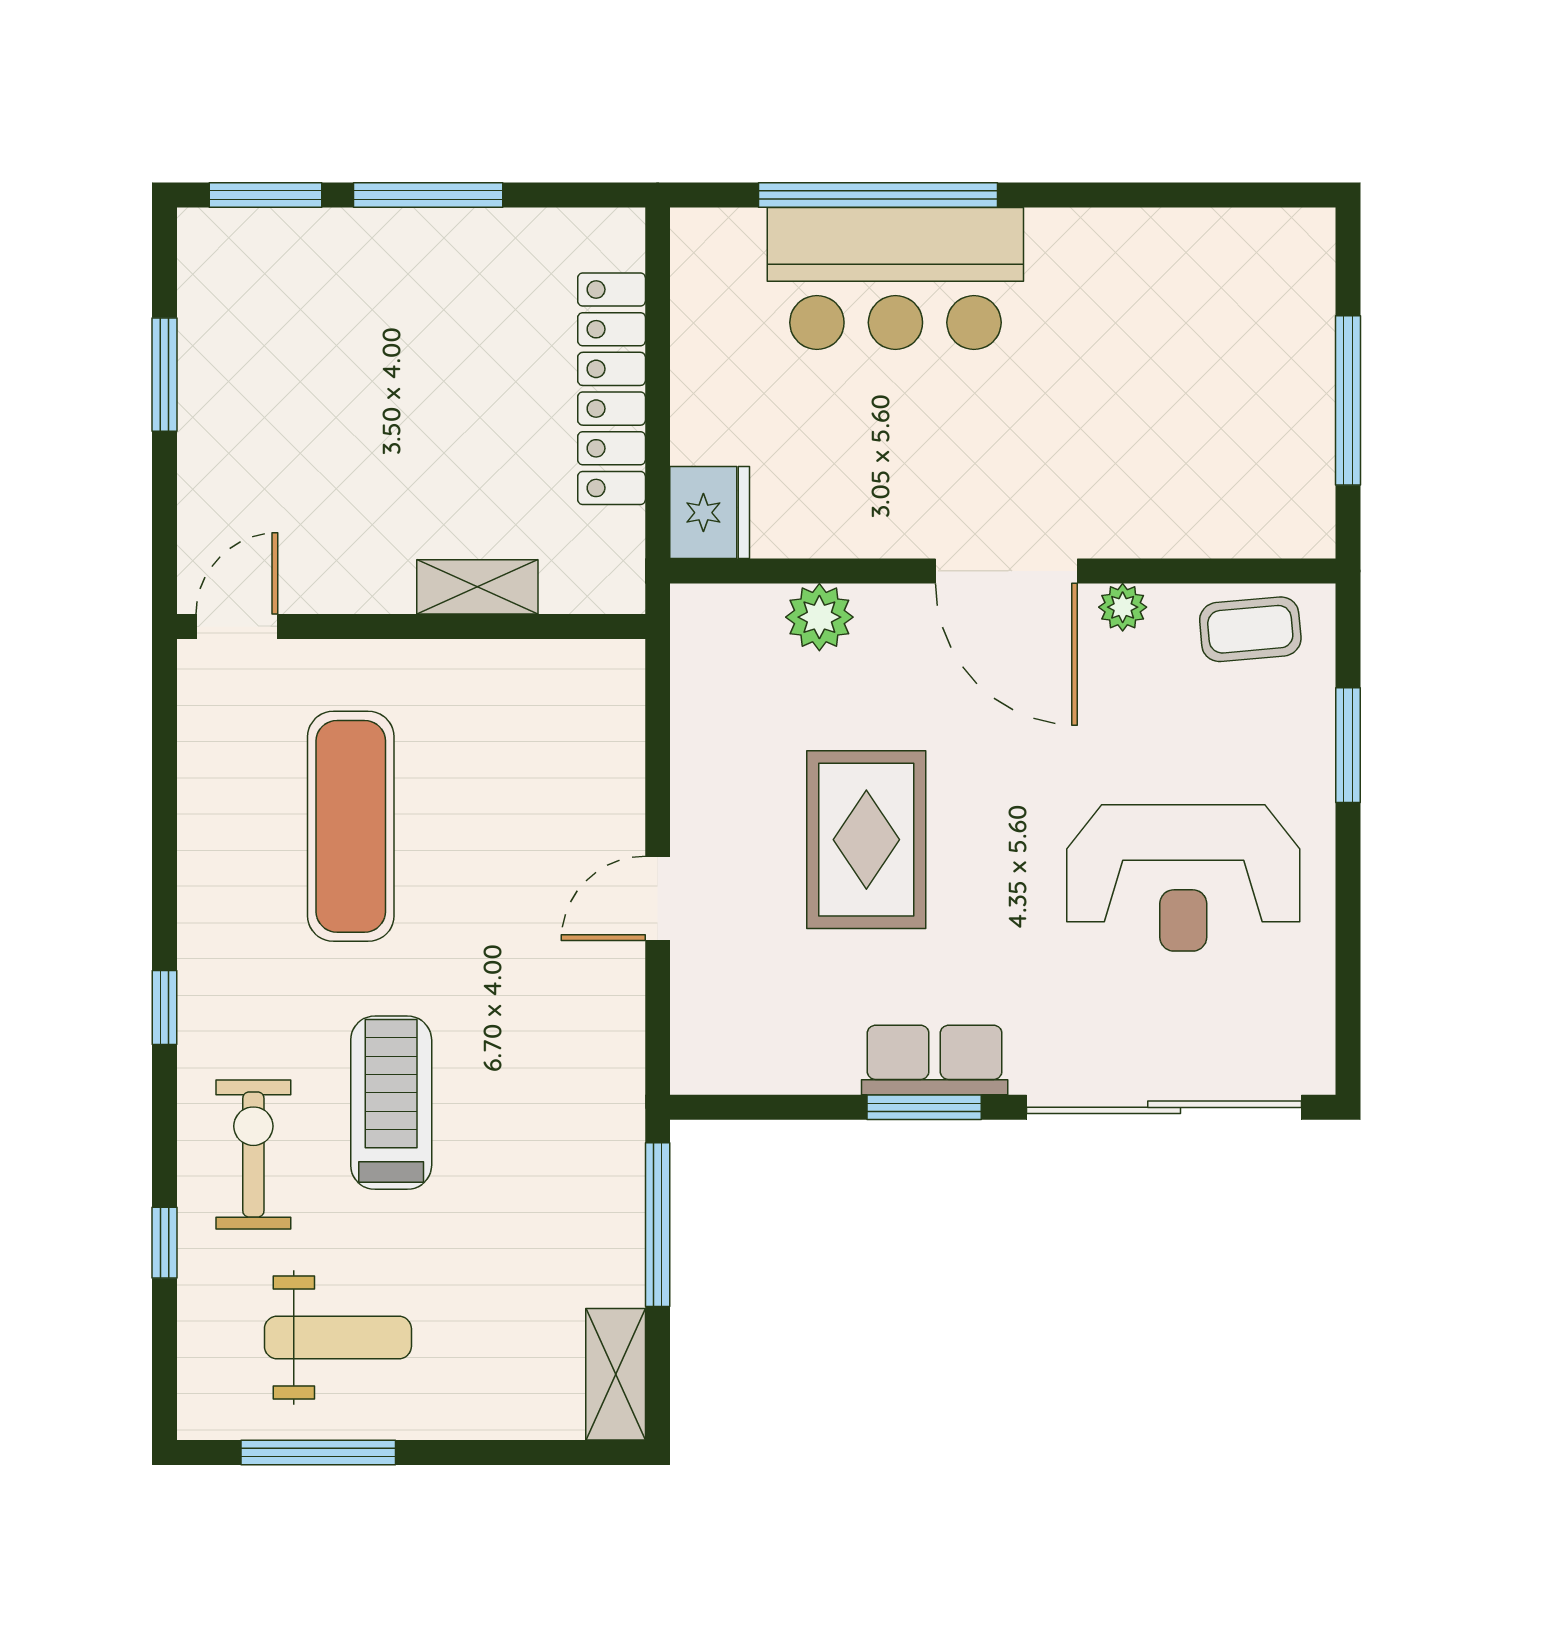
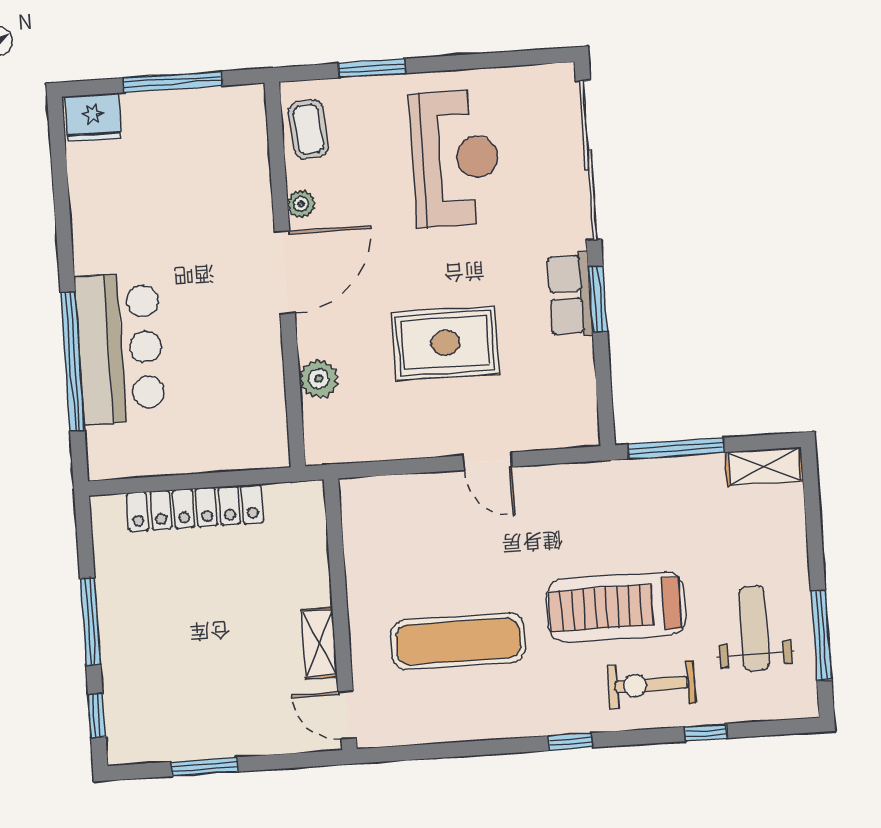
window: (266, 195) -> (97, 715), width x0.67
fridge: (710, 513) -> (93, 118), moved, turned 180
shelving: (477, 587) -> (319, 643), moved
treadmill: (391, 1103) -> (616, 607), width x1.37, depth x1.38

